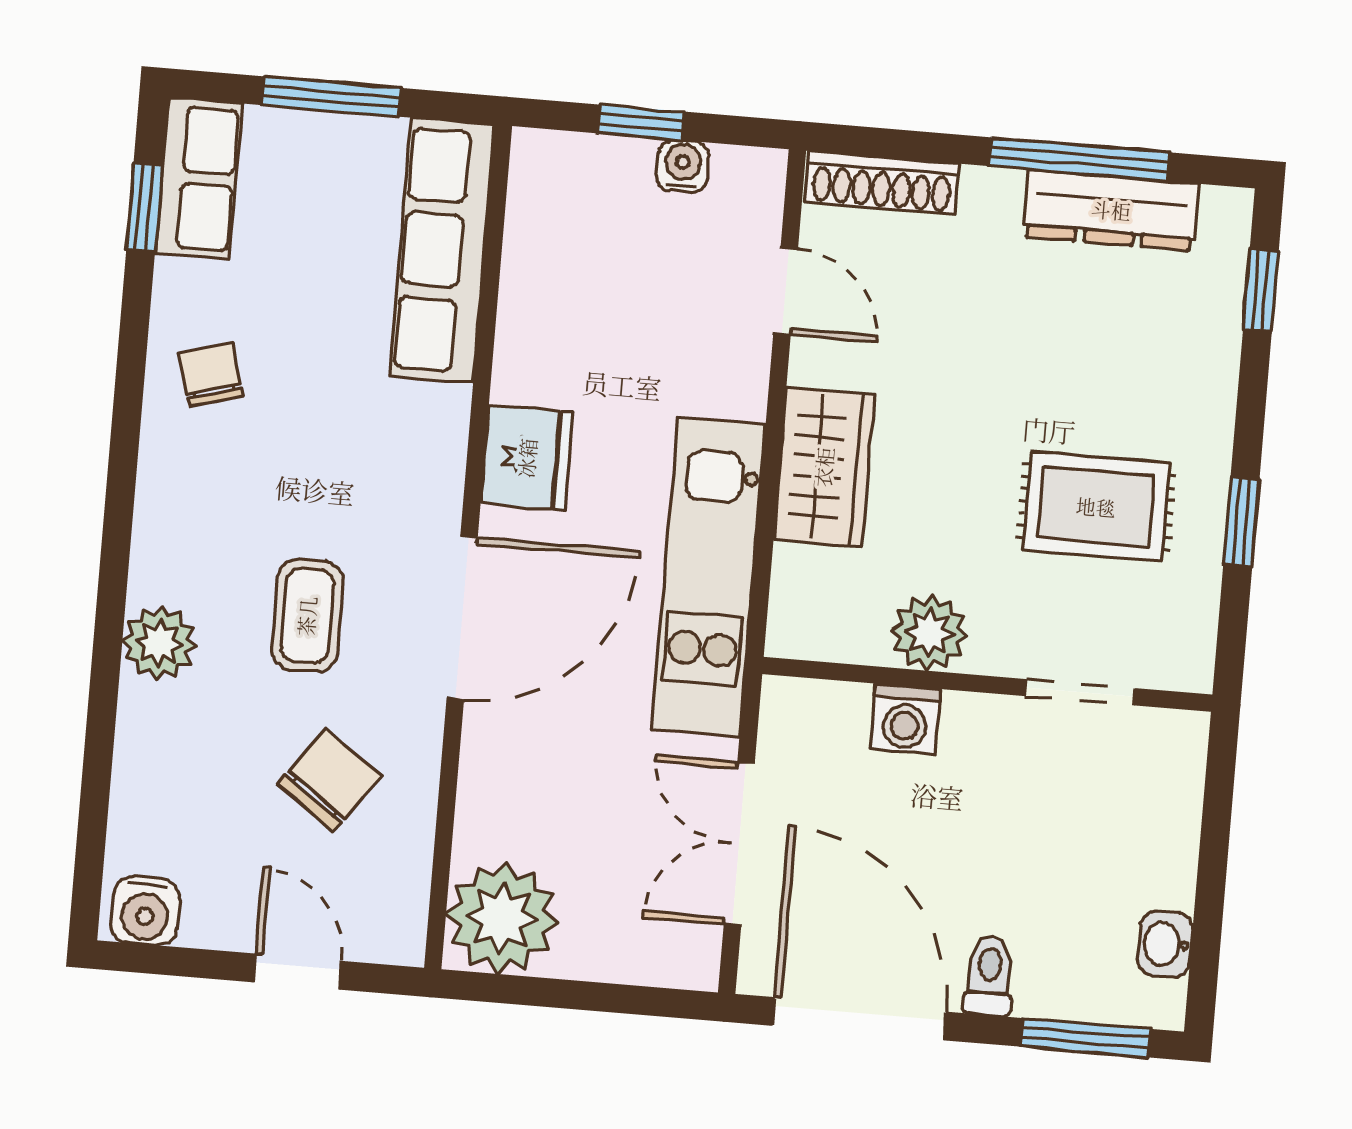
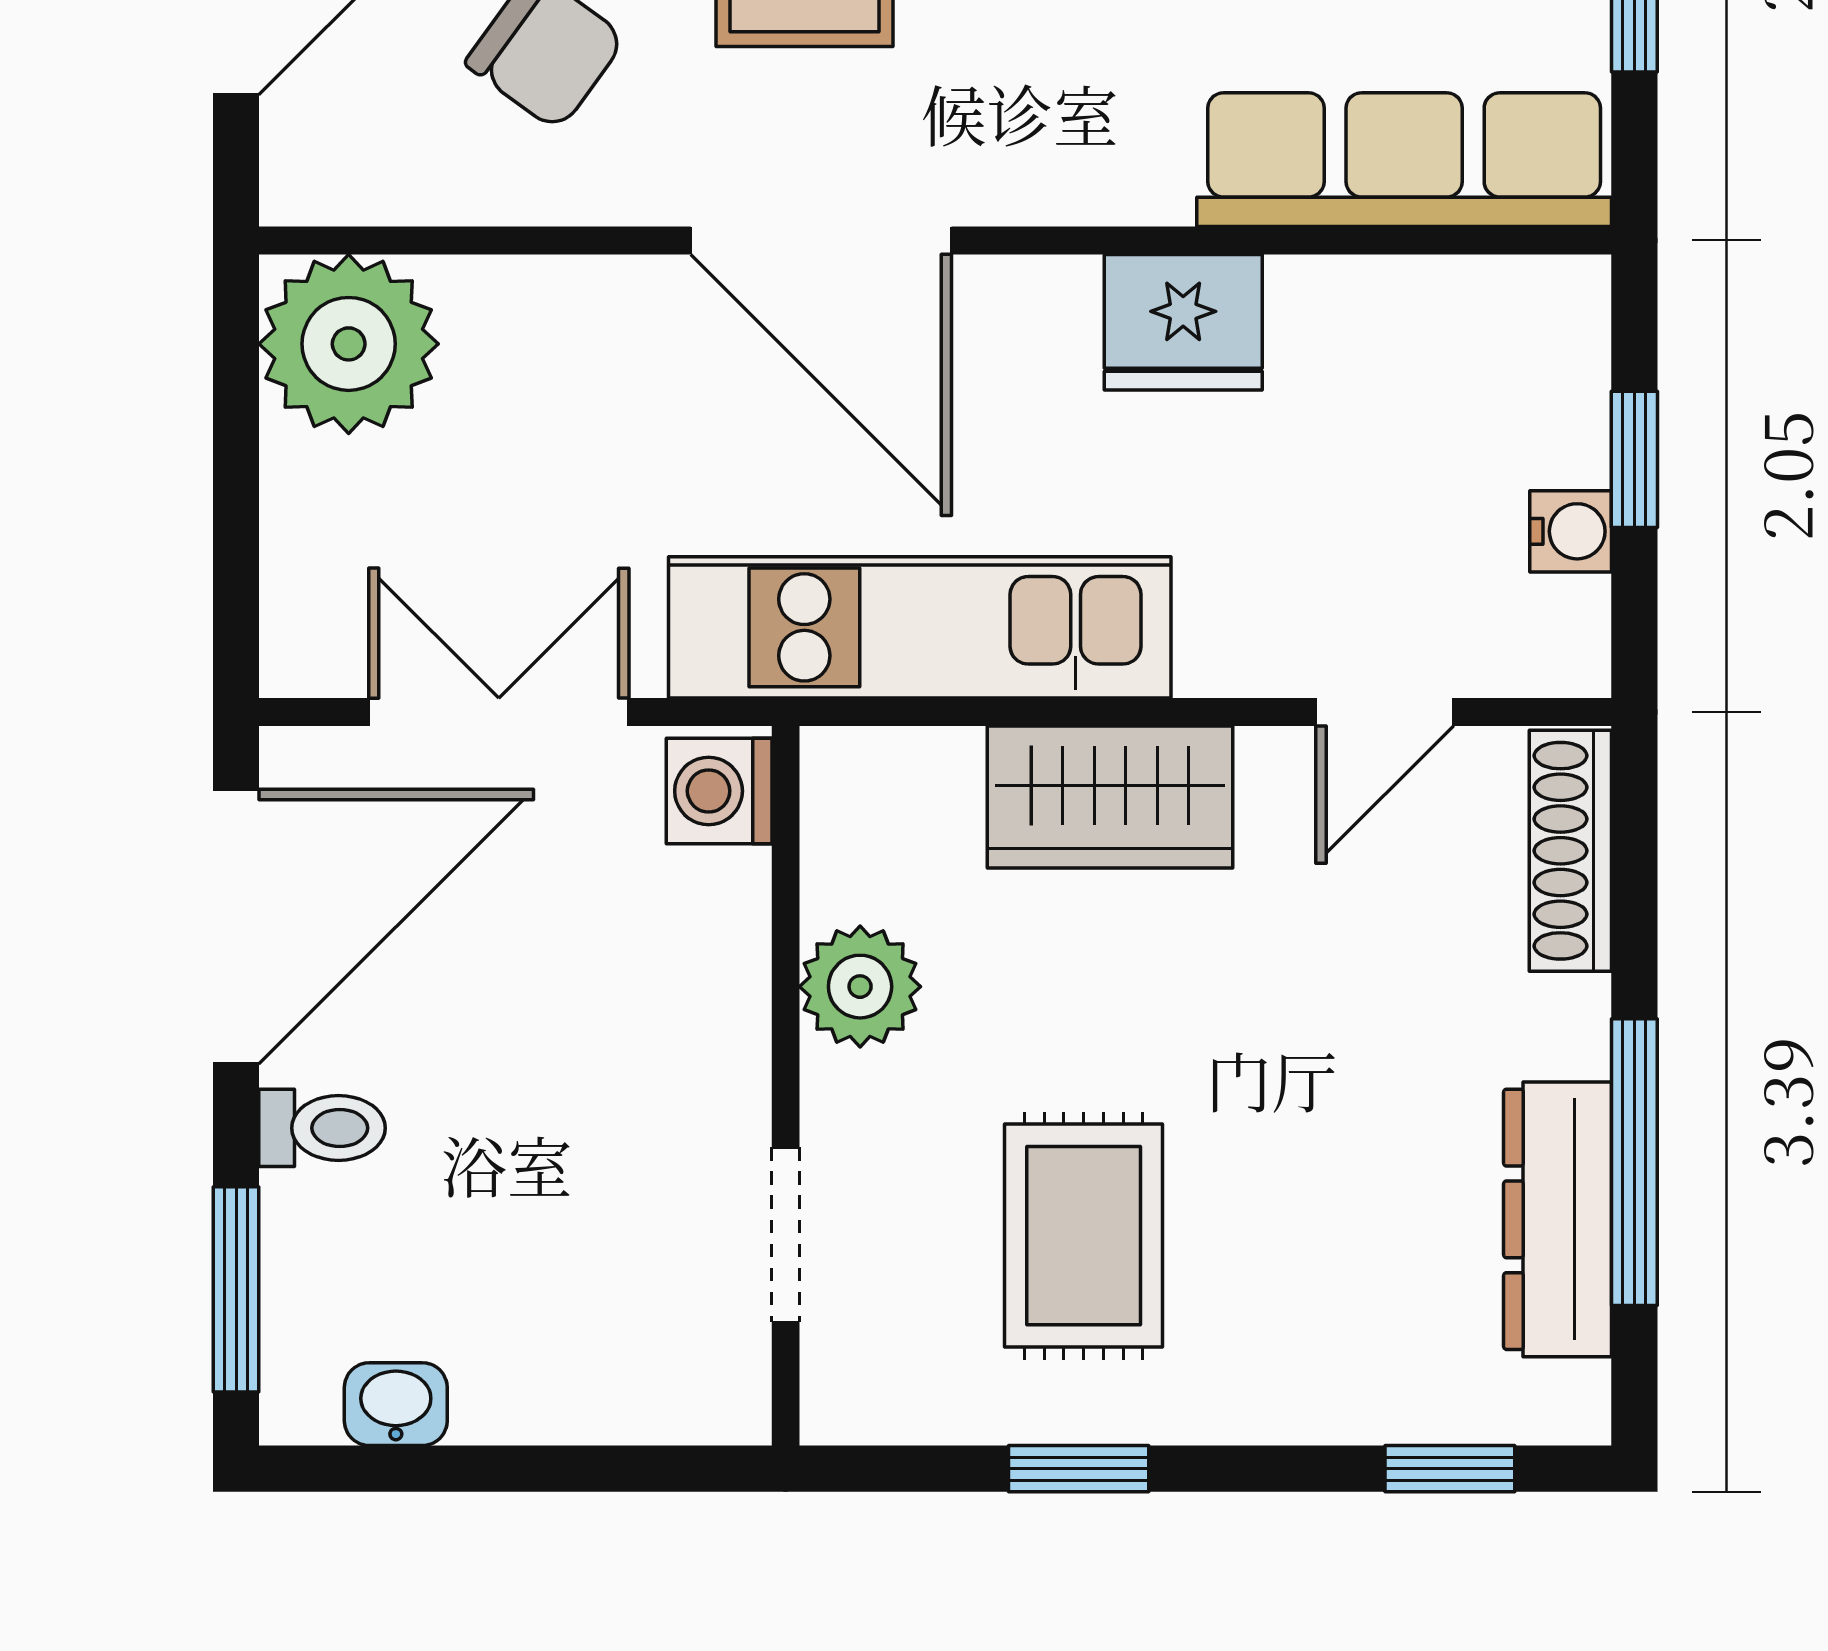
fridge: (527, 458) -> (1183, 322), moved
washing machine: (905, 719) -> (719, 791), moved

